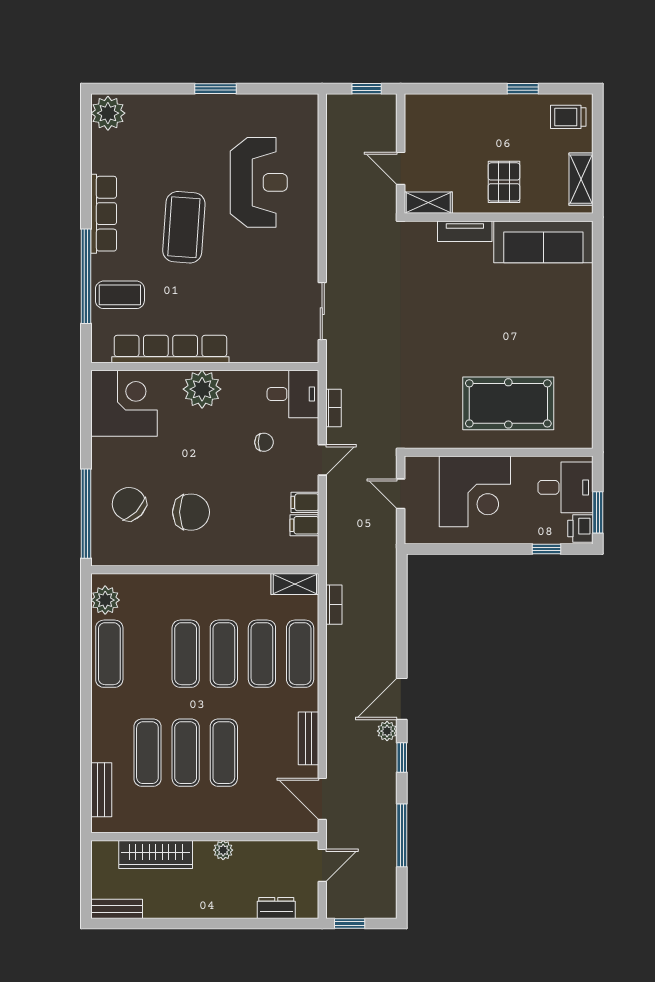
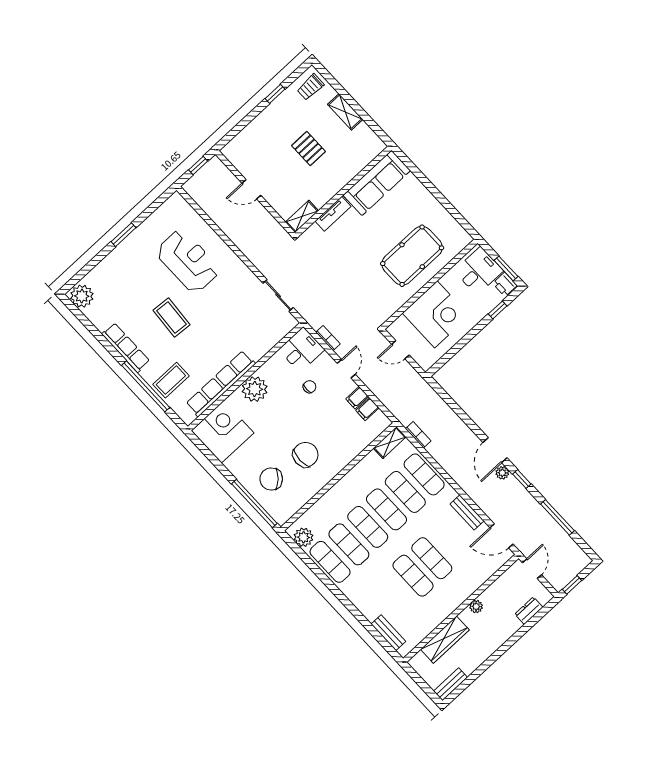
shelving: (428, 203) -> (302, 216), moved
wall: (499, 217) -> (343, 191), moved
coffee table: (184, 227) -> (171, 317), width x0.73, depth x0.76
tv unit: (465, 231) -> (333, 214), moved
sofa: (543, 242) -> (377, 183), moved
exercise mat: (147, 753) -> (349, 544), moved

